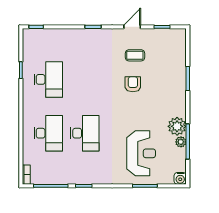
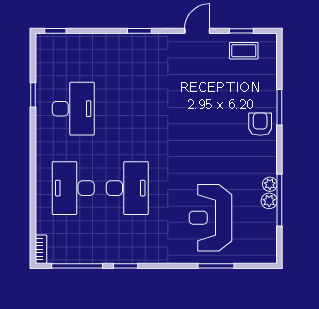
coffee table: (135, 55) -> (244, 51), moved
armchair: (133, 84) -> (260, 124), moved
plant: (177, 126) -> (270, 184), width x0.53, depth x0.53
desk: (48, 133) -> (73, 188), turned 180
reception desk: (141, 153) -> (210, 218), turned 180
water cooler: (180, 178) -> (268, 255), removed

